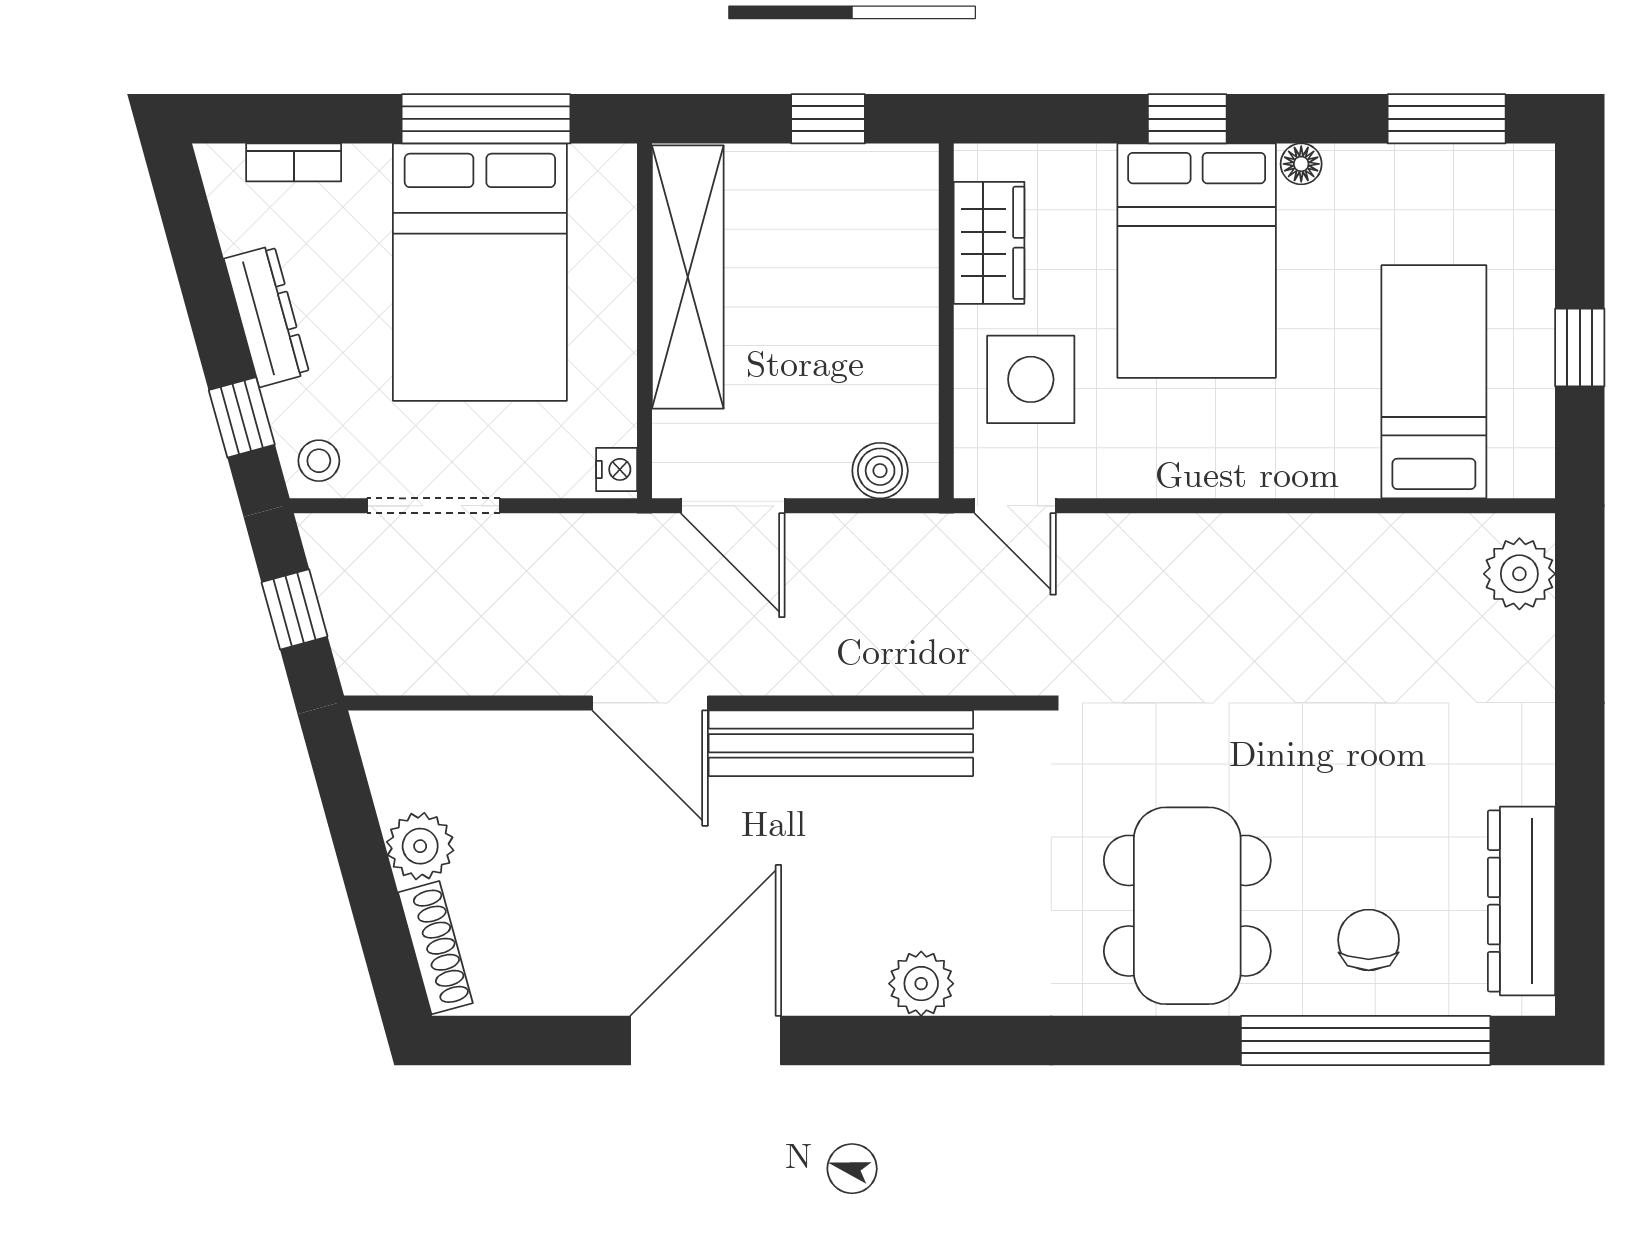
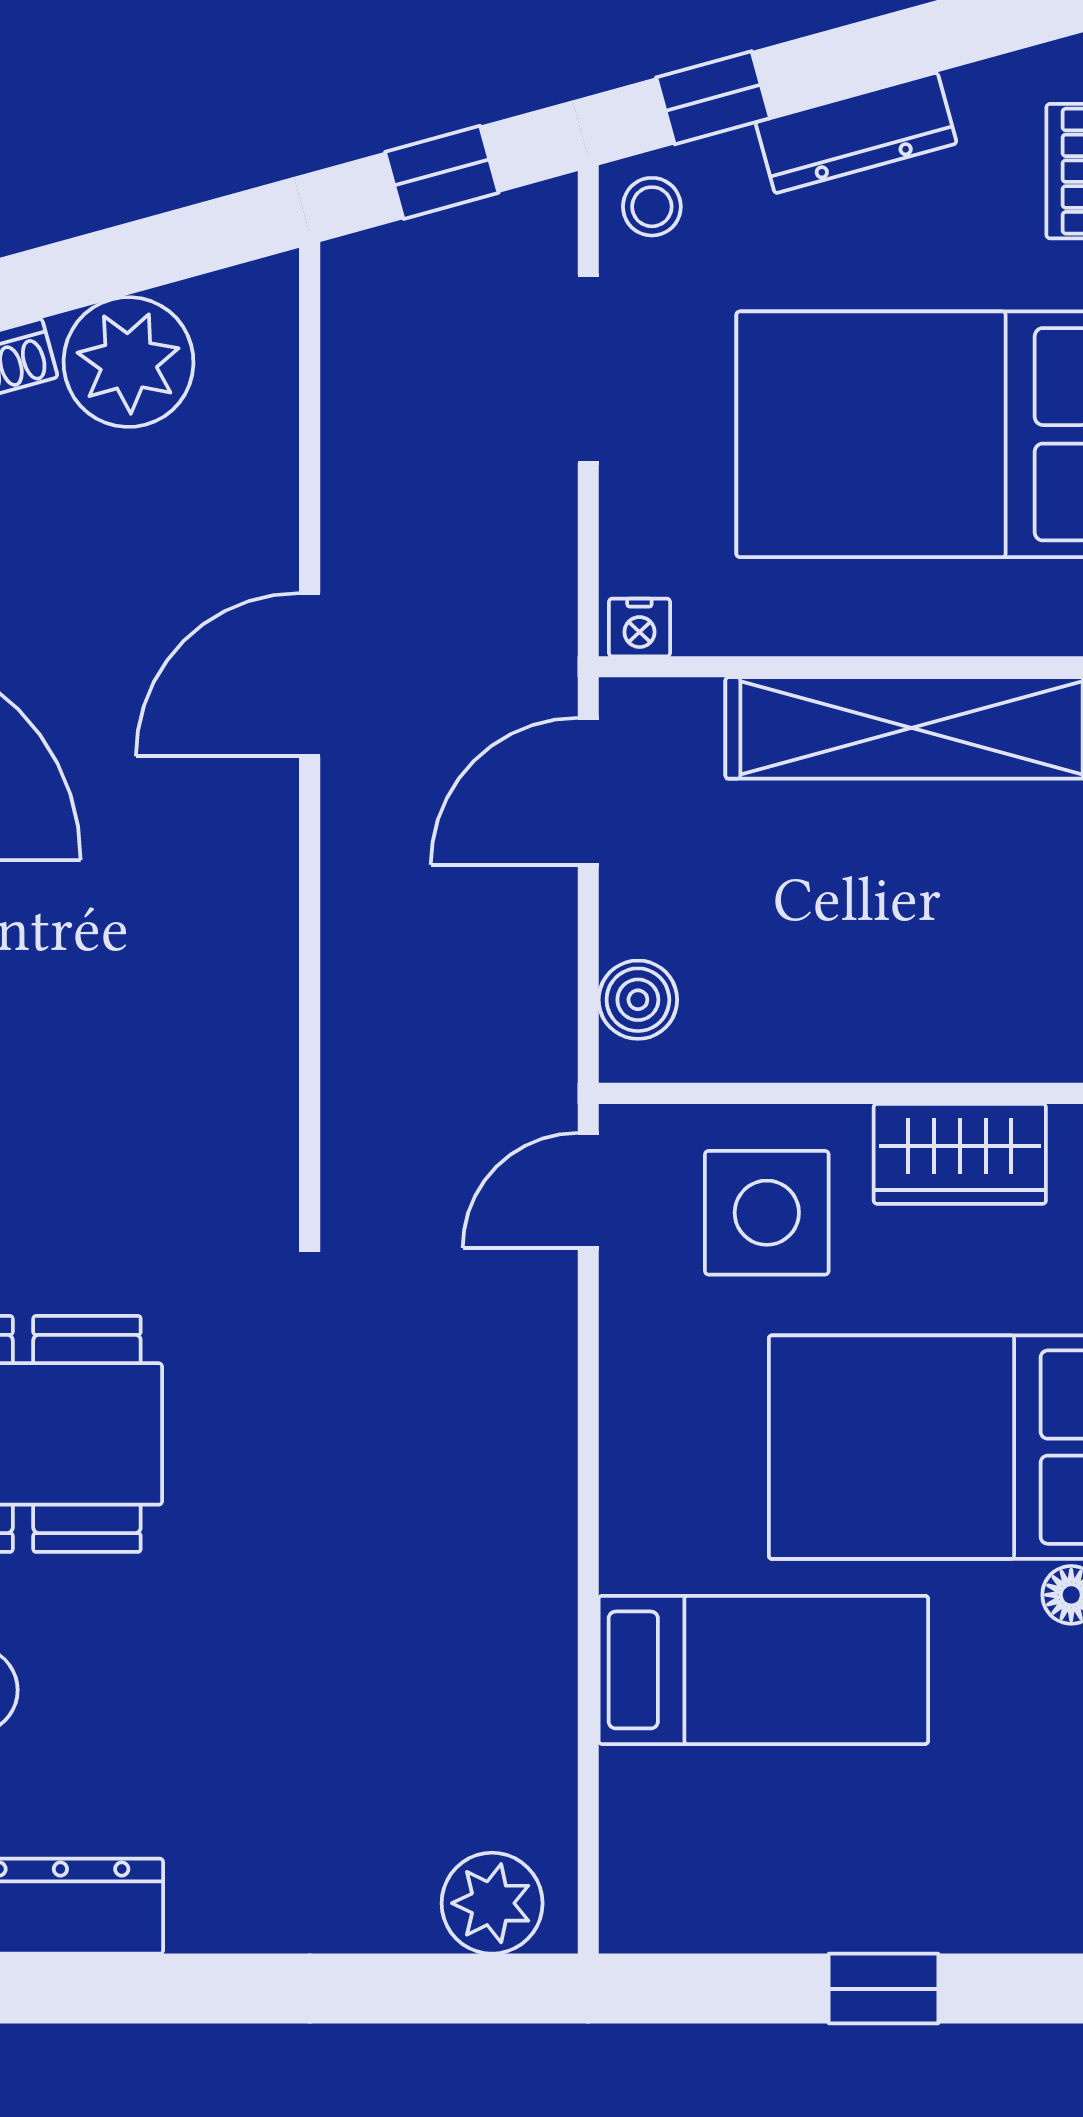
window: (1580, 347) -> (883, 1989), moved
bed: (1434, 382) -> (763, 1670), moved
bench: (841, 743) -> (253, 944), removed
plant: (420, 846) -> (129, 362), width x1.36, depth x1.36

